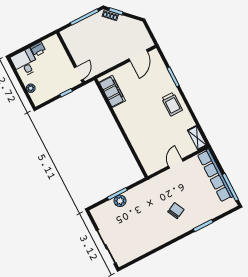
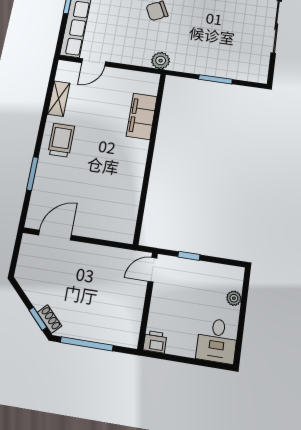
printer: (38, 49) -> (155, 342), moved
filing cabinet: (112, 91) -> (142, 116), moved
shelving: (197, 138) -> (59, 99), moved
door: (176, 164) -> (94, 62), moved
plant: (120, 201) -> (161, 61), moved

